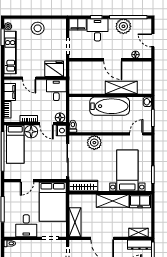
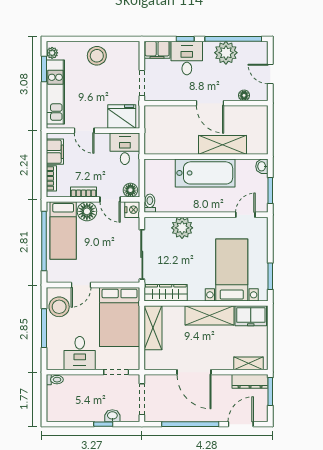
stool: (13, 195) -> (59, 307), added
shelving: (75, 222) -> (153, 328), moved

